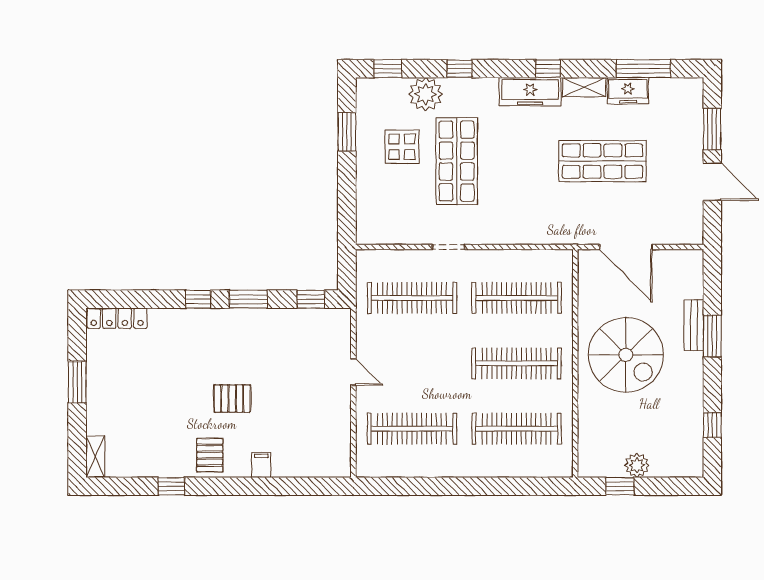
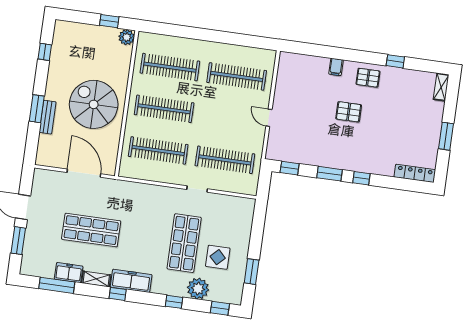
pallet: (210, 455) -> (368, 78), turned 90
plant: (637, 465) -> (127, 37), moved

